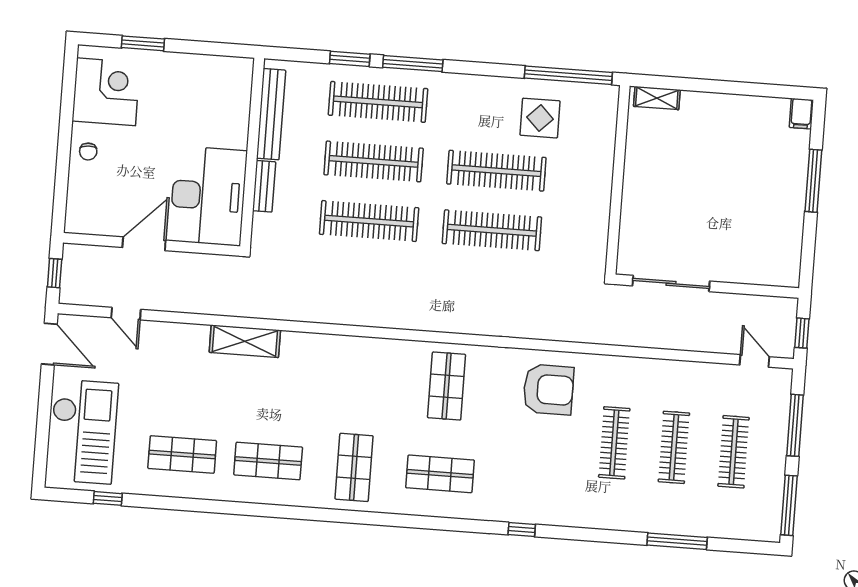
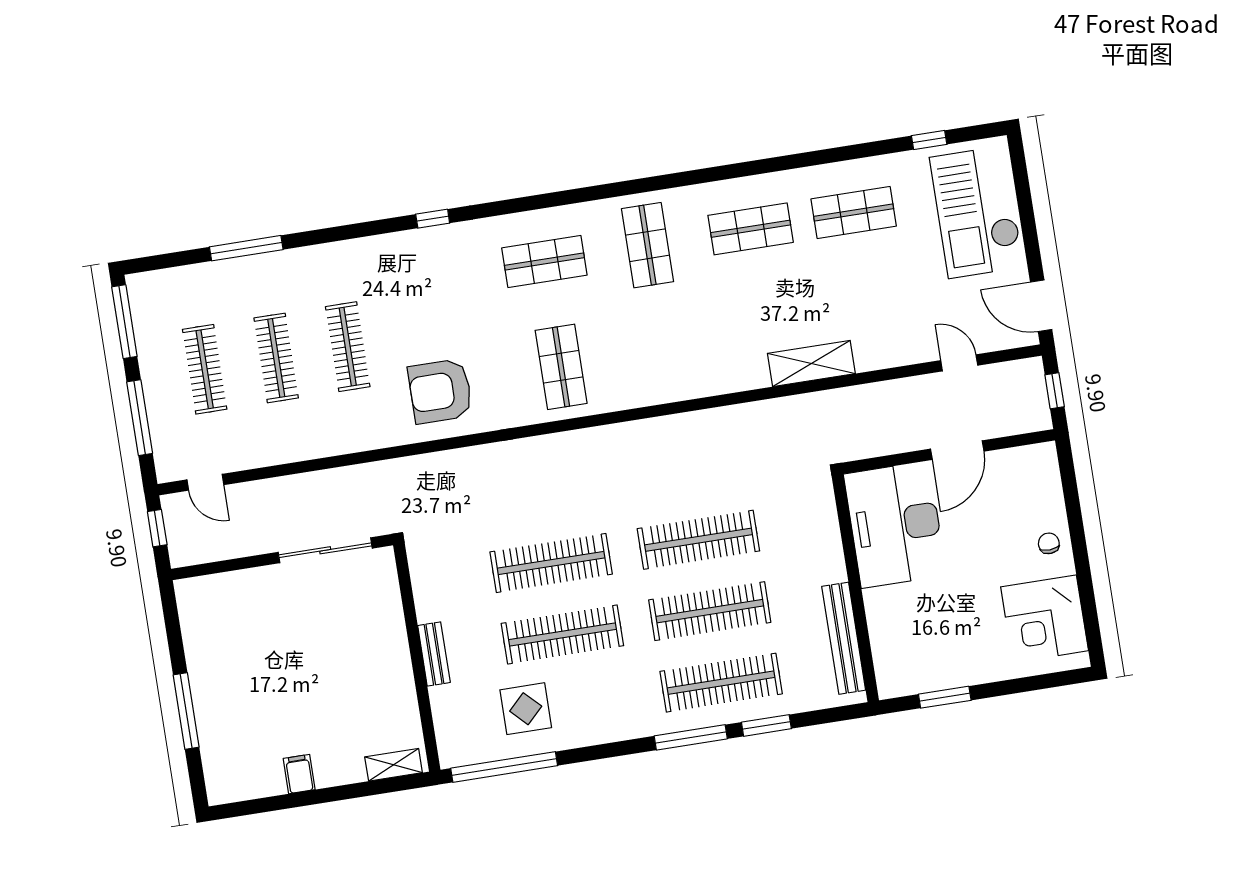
window: (143, 43) -> (945, 697), moved
filing cabinet: (801, 114) -> (299, 774), moved
bench: (264, 186) -> (434, 654), moved

